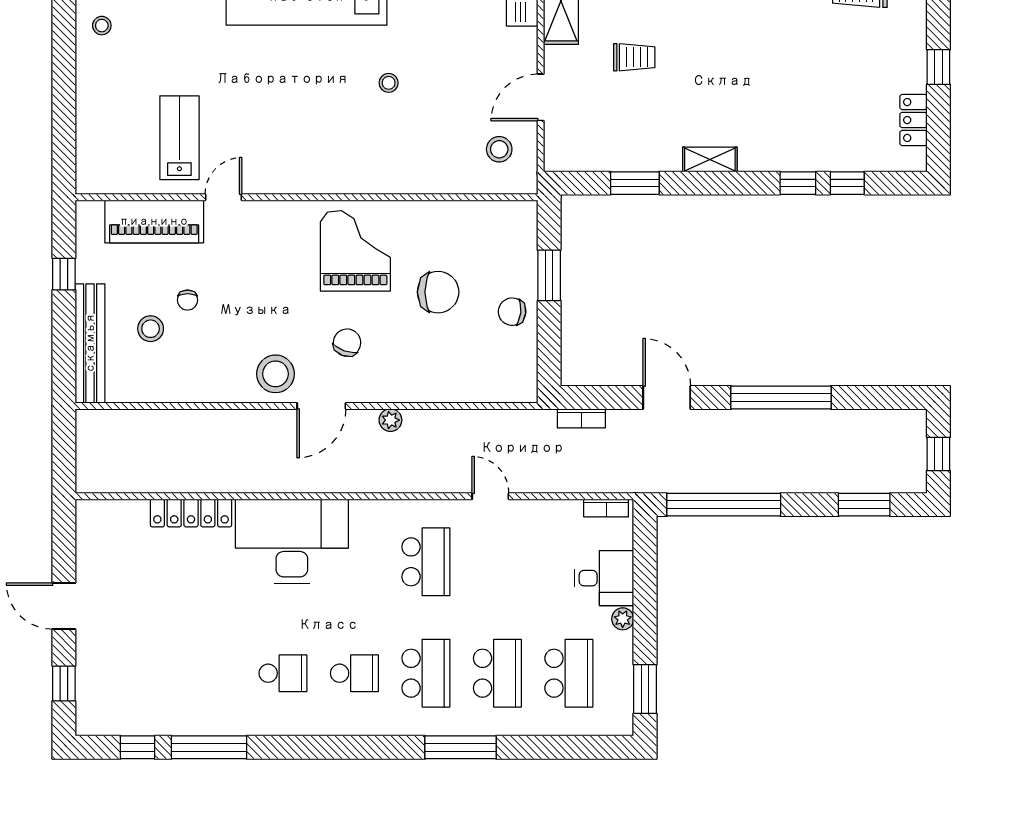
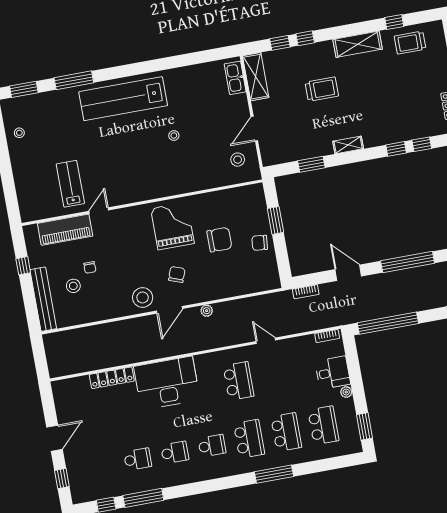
trolley: (634, 57) -> (322, 89), moved, width x1.36, depth x1.39
door: (64, 606) -> (54, 438), swing flipped
school desk: (212, 673) -> (138, 459), added

